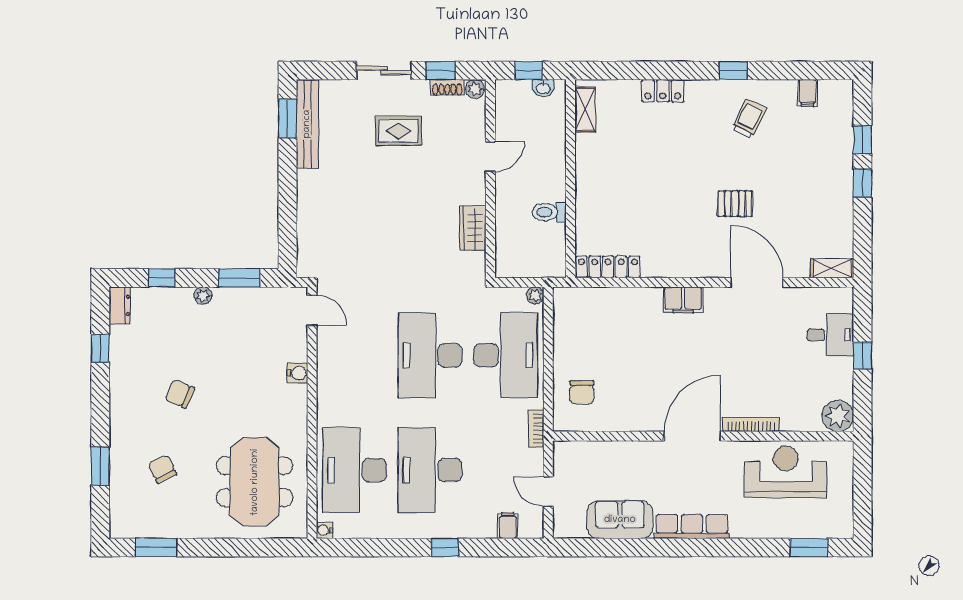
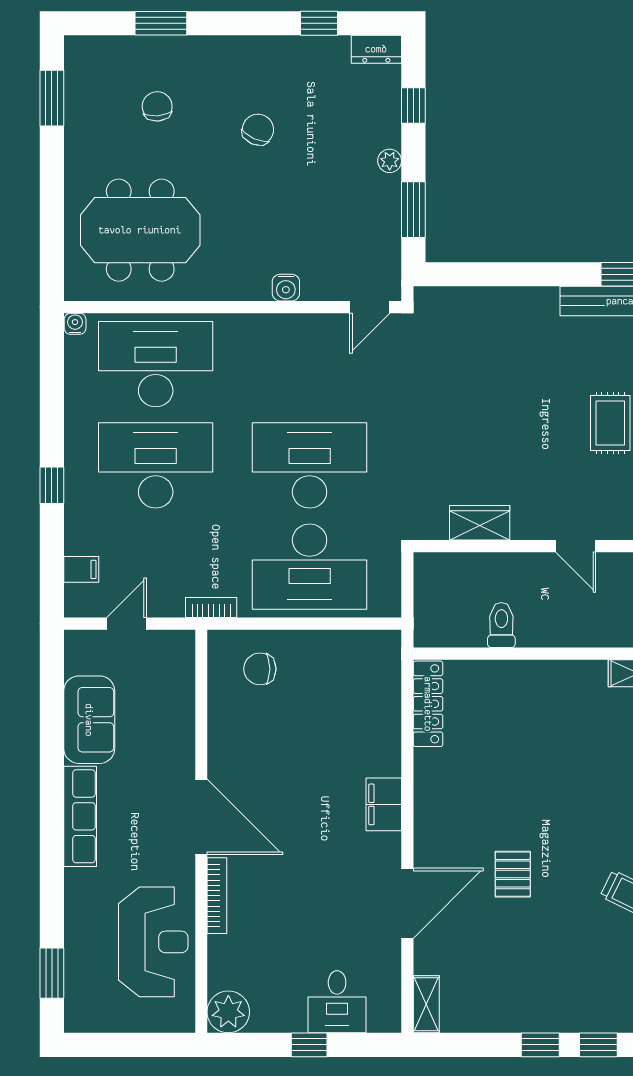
plant: (535, 295) -> (390, 606), removed
chair: (162, 469) -> (157, 106), turned -69

